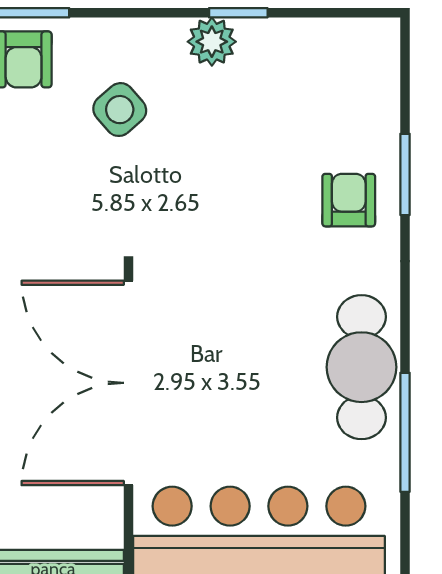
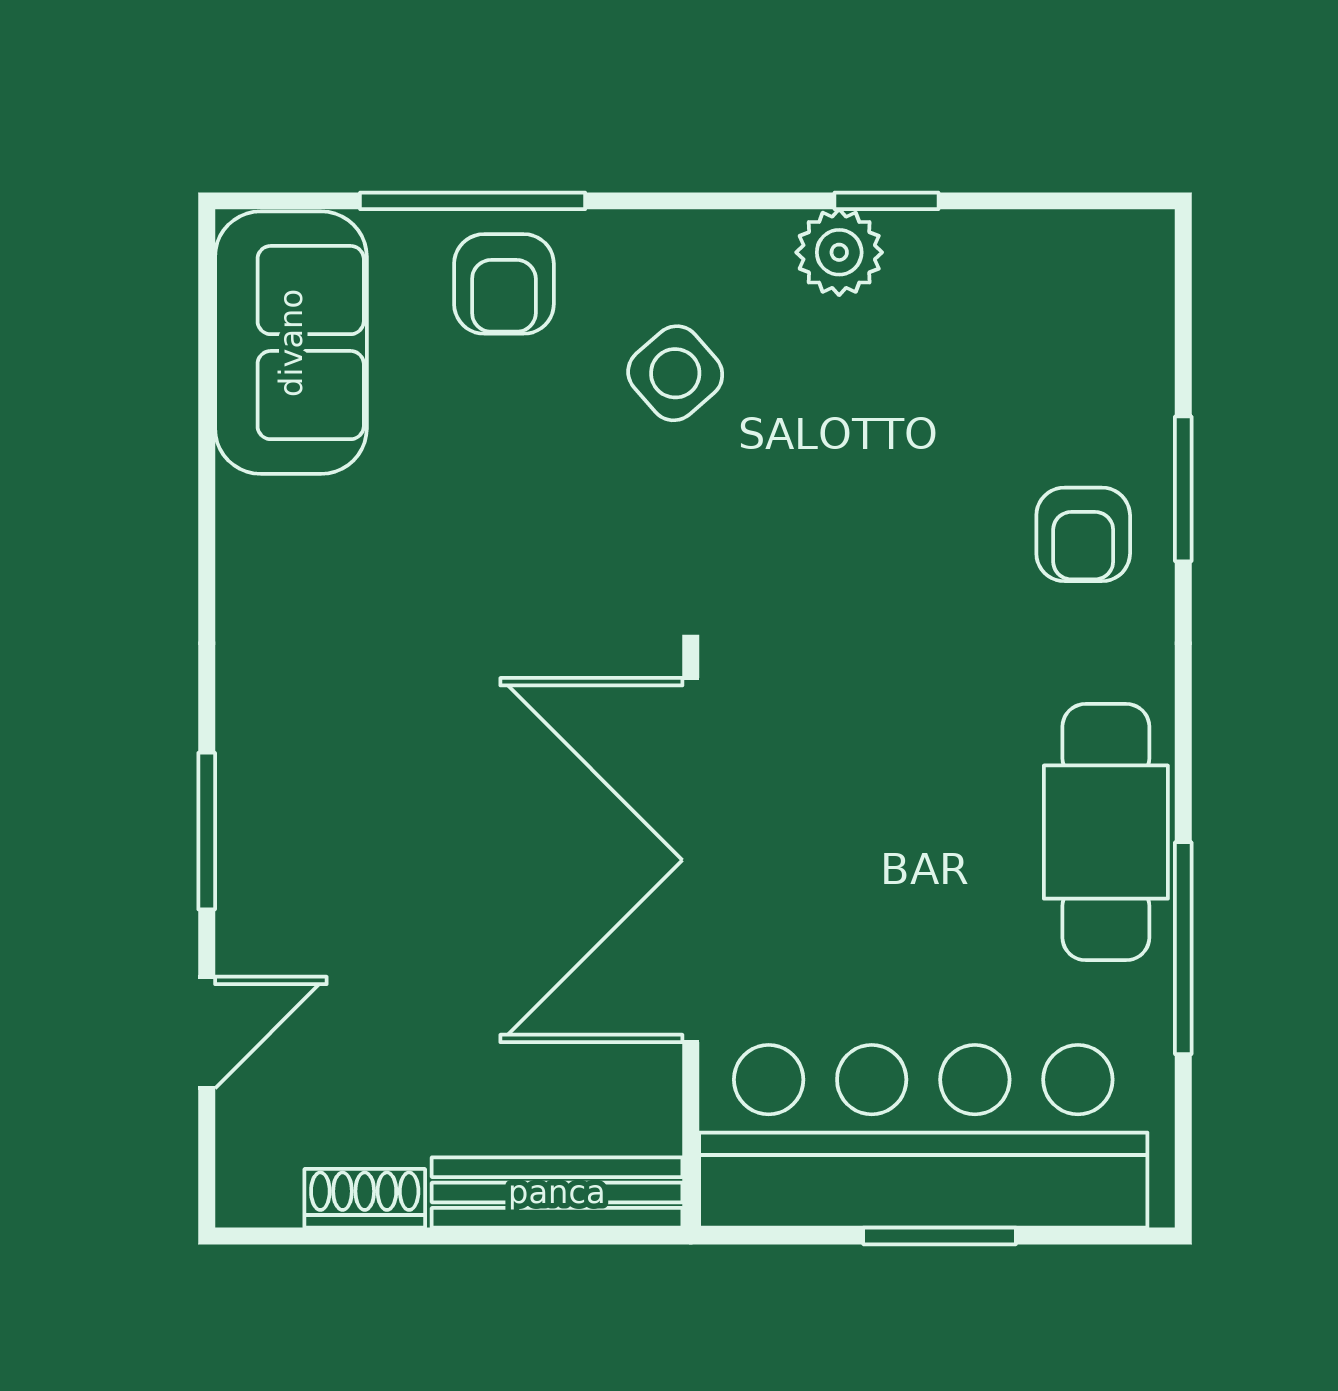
armchair: (349, 200) -> (1083, 534), turned 180

